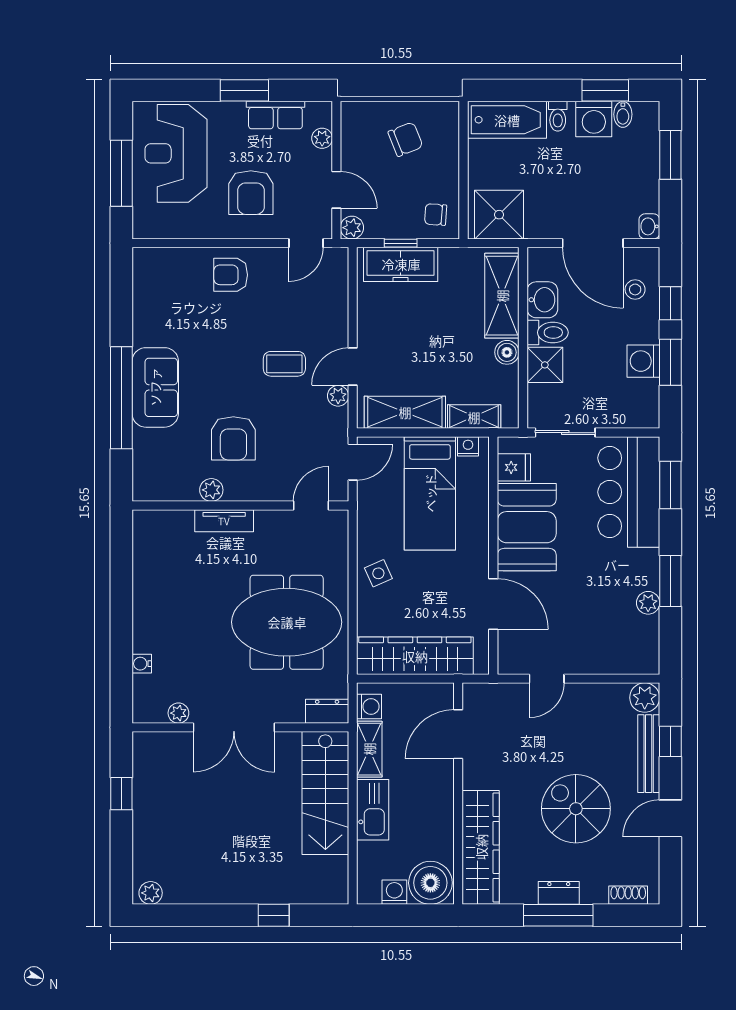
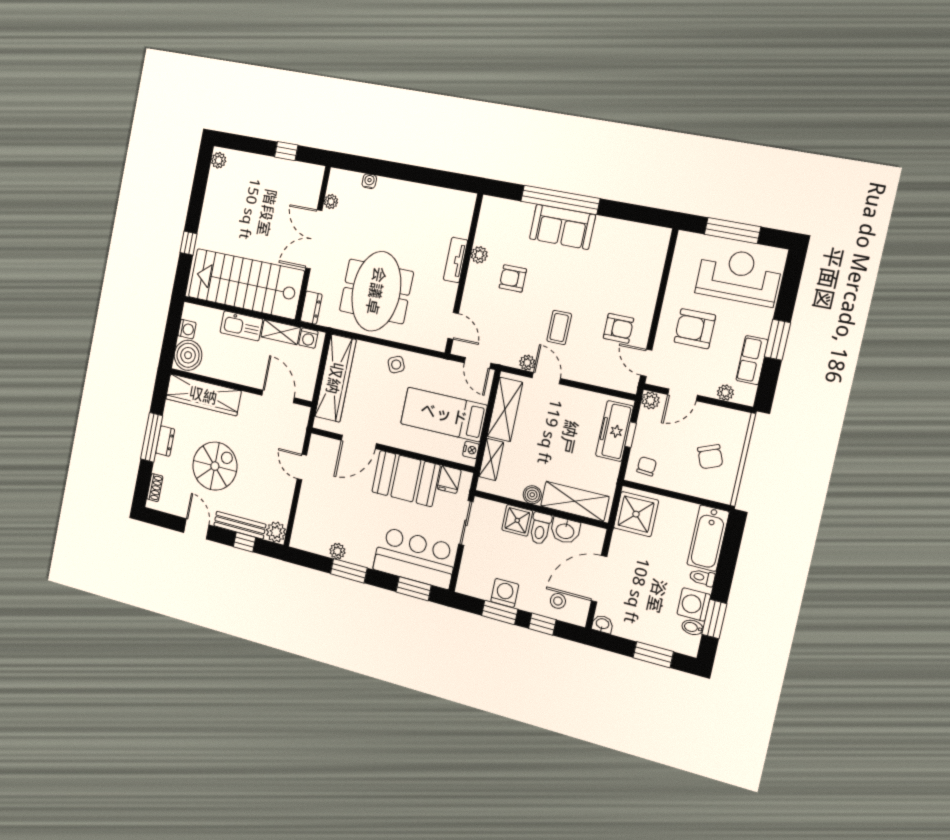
armchair: (231, 275) -> (618, 328), moved, turned 90
armchair: (233, 438) -> (513, 278), width x0.72, depth x0.72
stairs: (325, 793) -> (246, 284), width x1.36, depth x1.51

